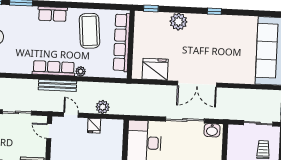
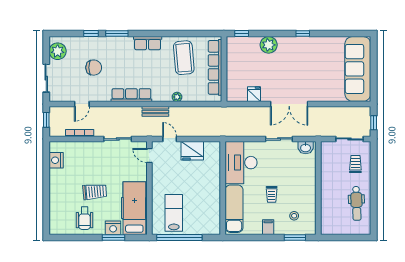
row of seats: (54, 68) -> (131, 95), moved
fridge: (155, 69) -> (254, 94), width x0.53, depth x0.75
bench: (57, 85) -> (155, 111), width x0.73
plant: (103, 107) -> (200, 130), removed
sliding door: (185, 120) -> (279, 139), width x0.73
fridge: (94, 126) -> (192, 151), width x1.88, depth x1.34

